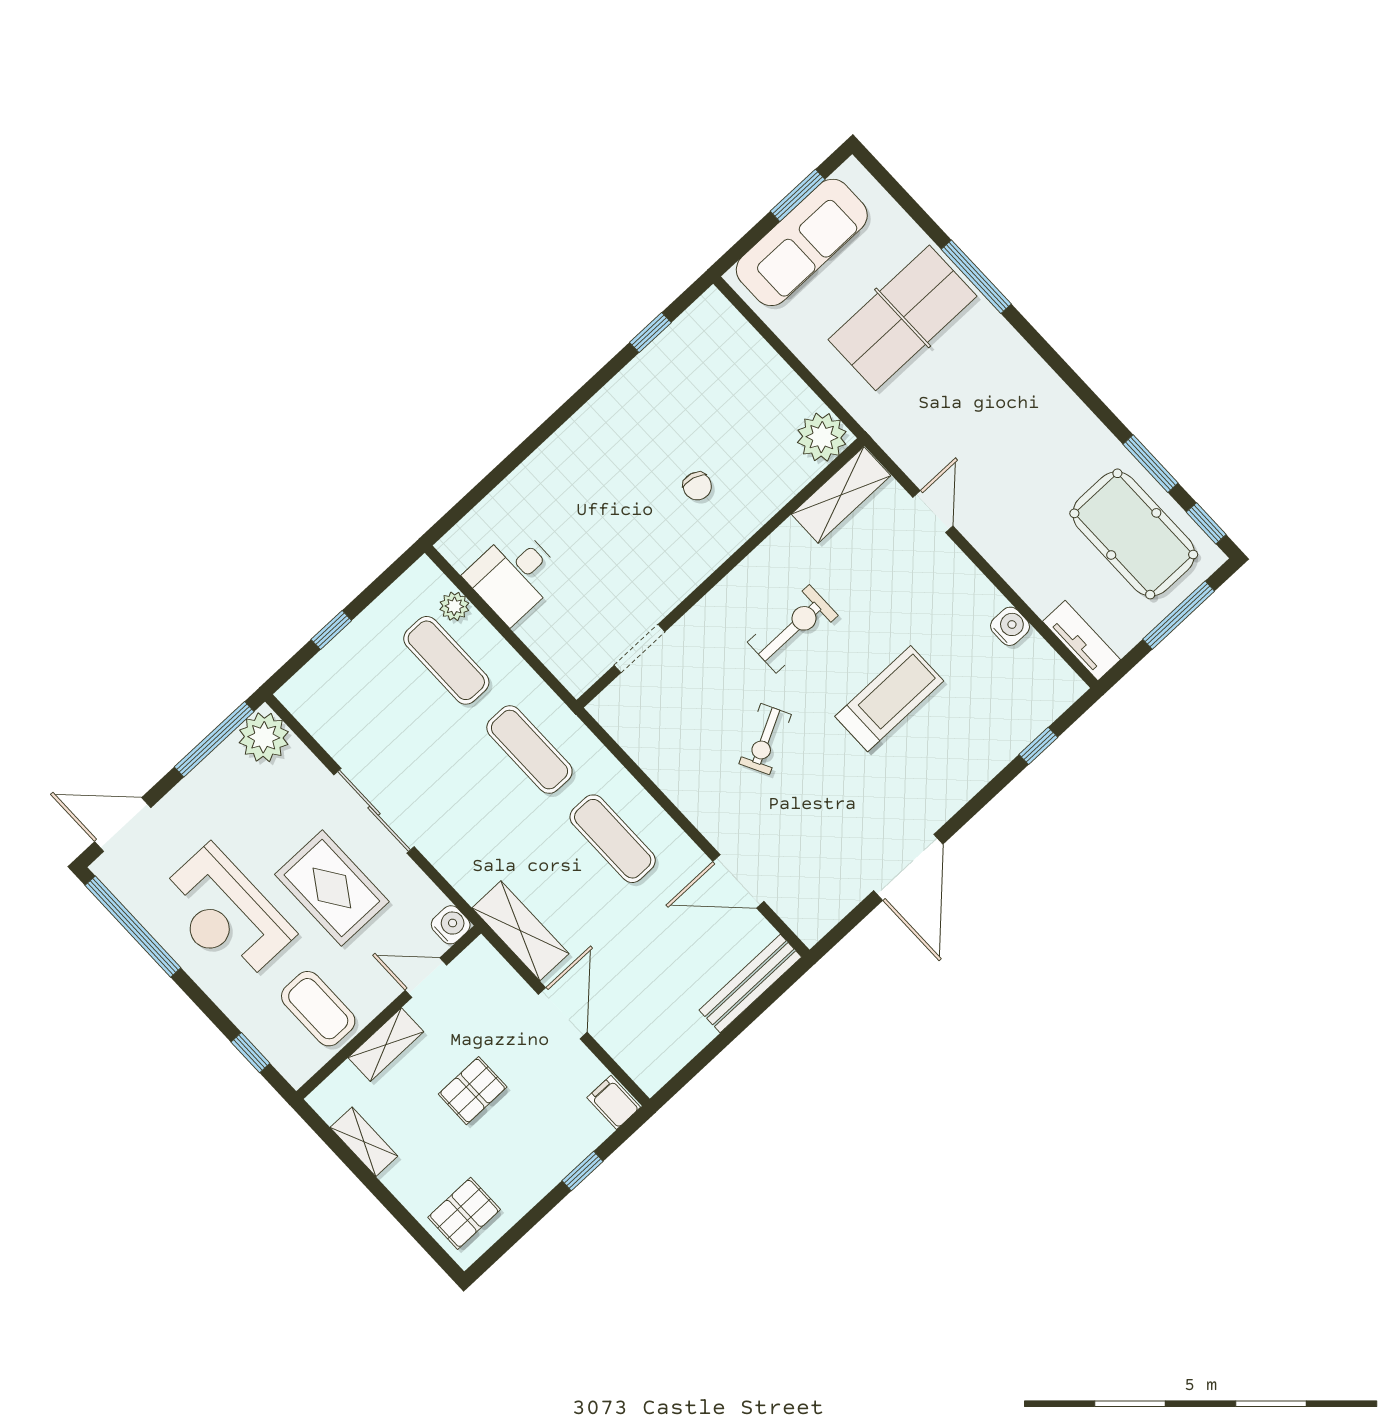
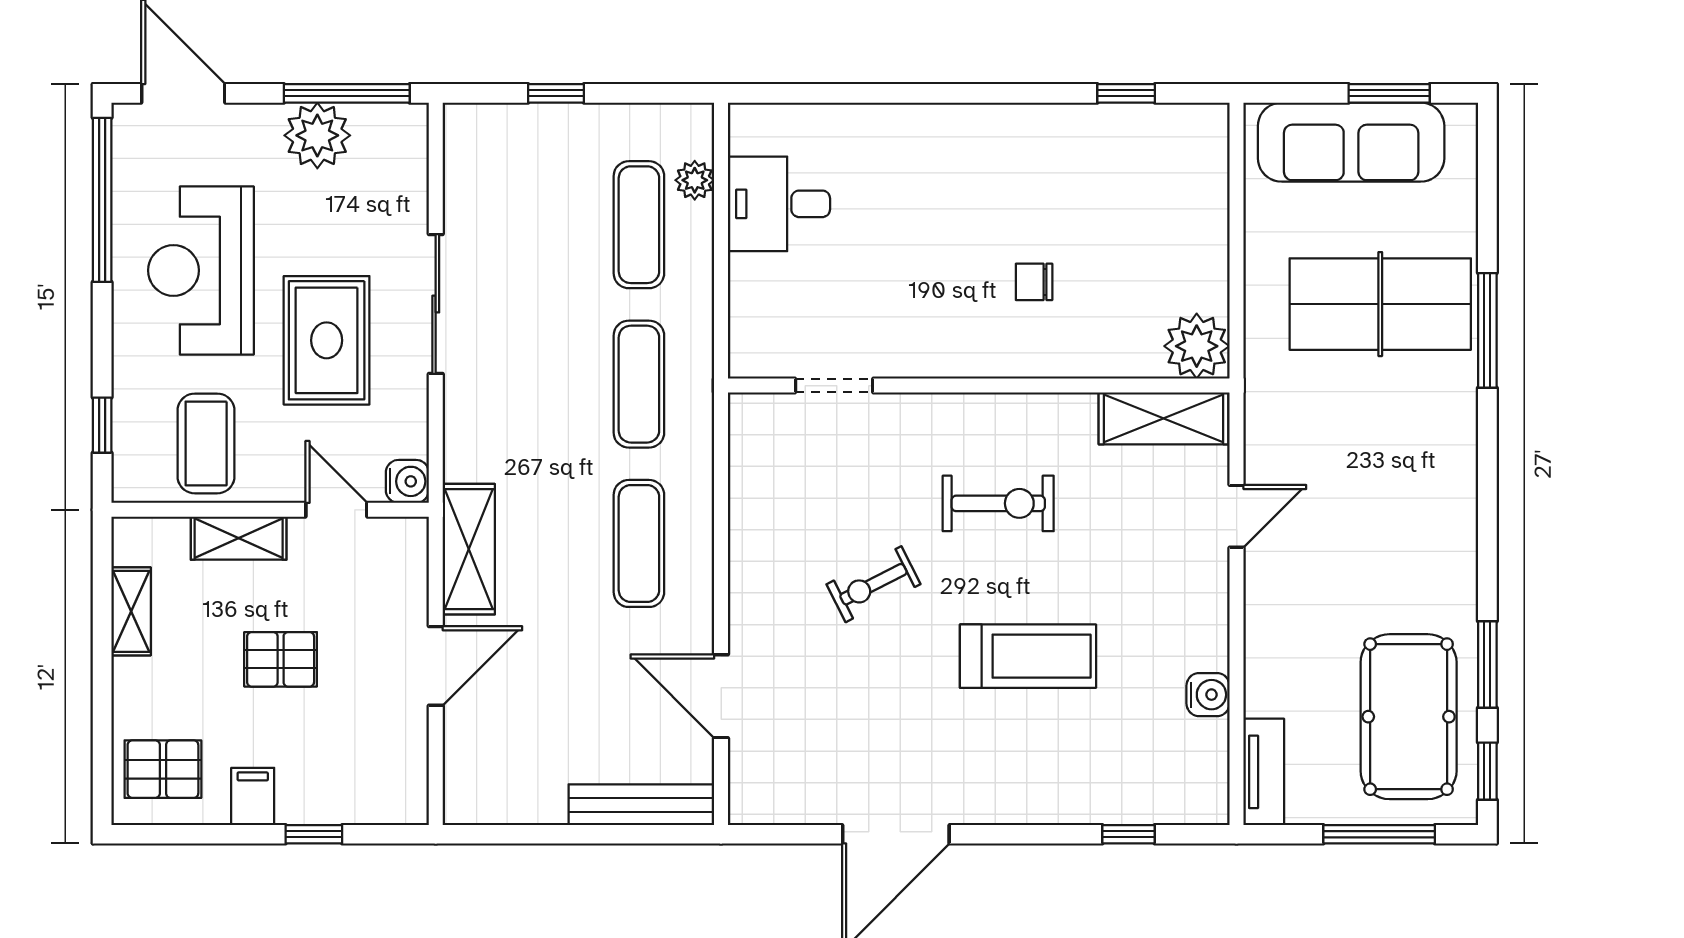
chair: (697, 486) -> (1034, 282), turned 75
plant: (264, 737) -> (317, 135), moved
filing cabinet: (614, 1102) -> (253, 796), moved

